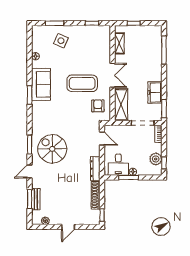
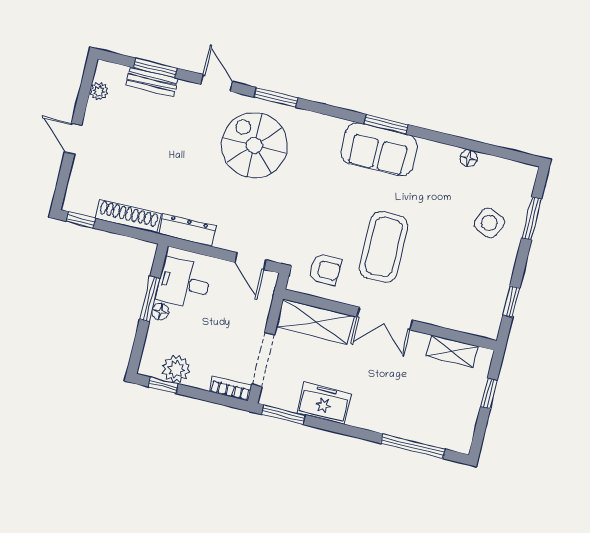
sofa: (41, 84) -> (379, 149), moved
door: (102, 138) -> (251, 261), hinge flipped
spiral stairs: (52, 149) -> (254, 145), turned -90

